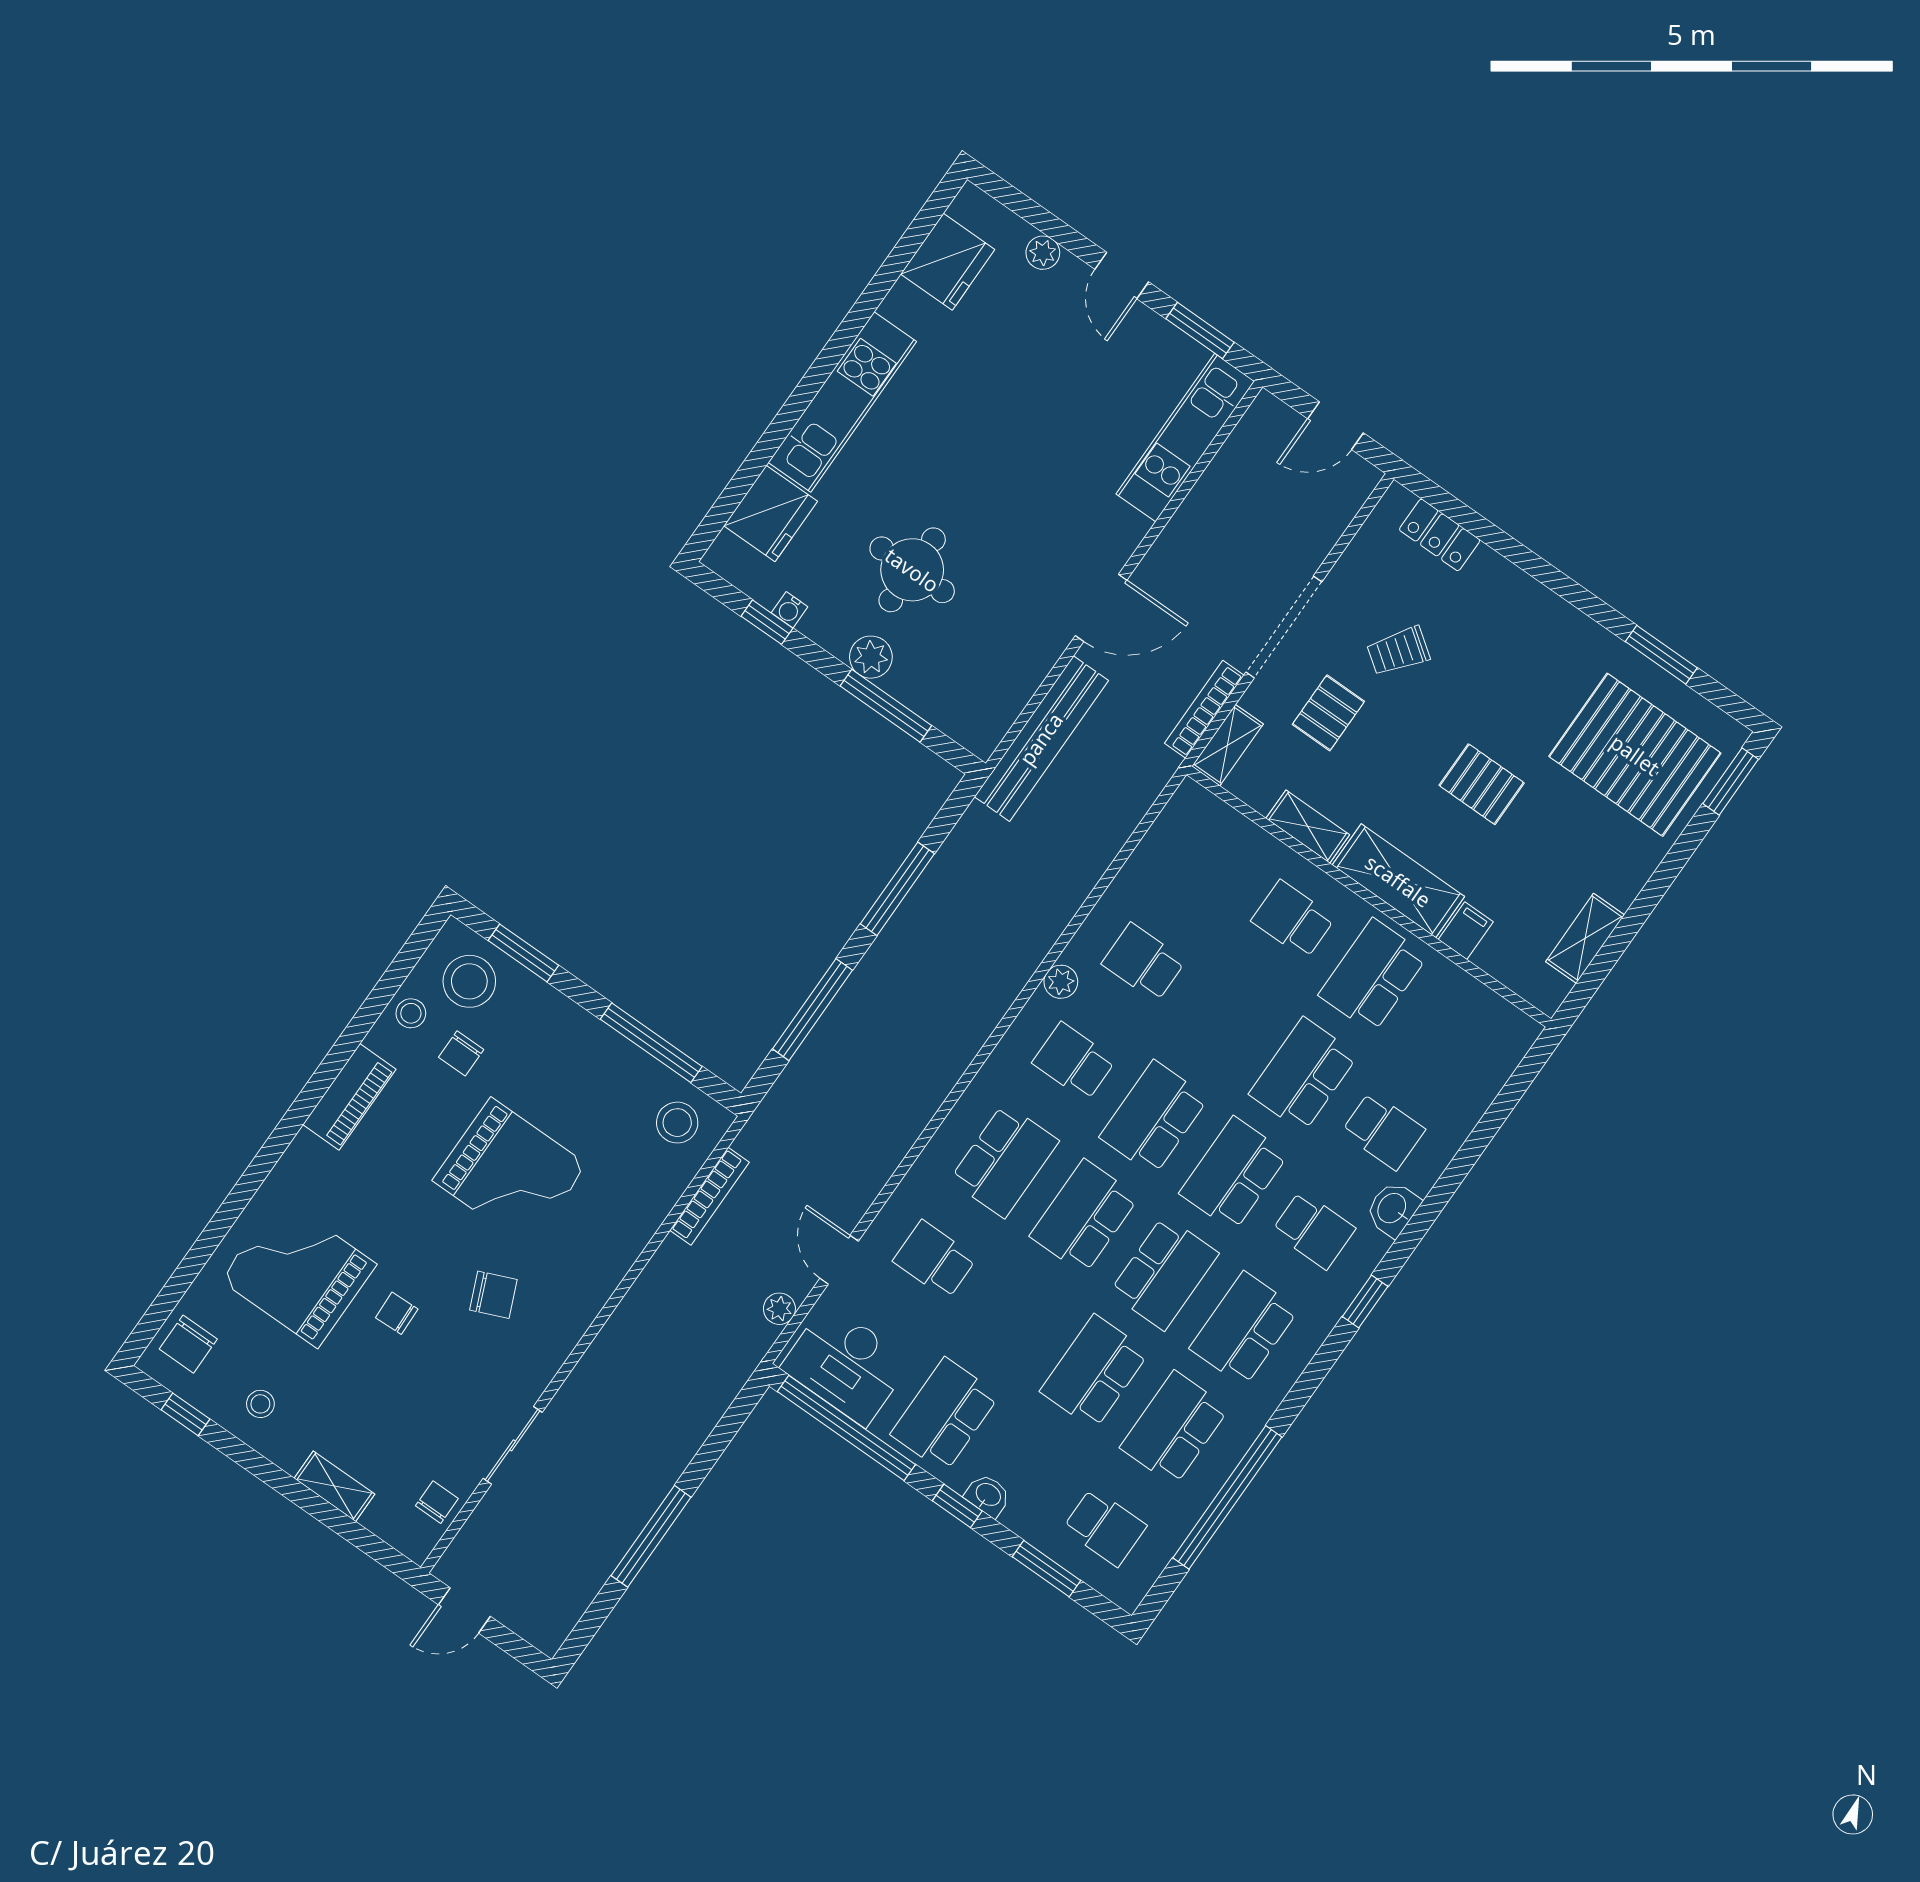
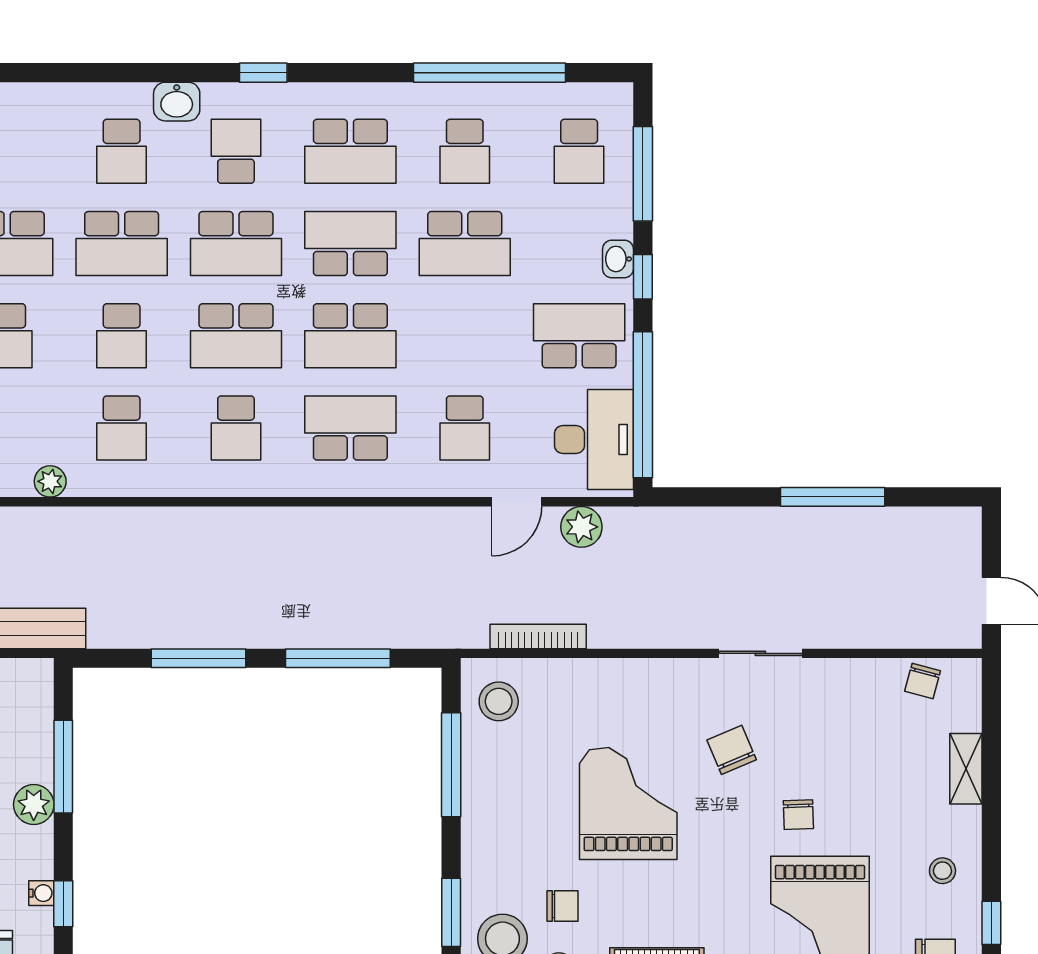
plant: (1061, 982) -> (50, 481), moved
school desk: (1223, 1019) -> (122, 336), added
school desk: (1383, 1131) -> (122, 151), turned 180
plant: (779, 1309) -> (581, 527), width x1.38, depth x1.38
school desk: (945, 1415) -> (579, 336), turned 180
school desk: (1174, 1428) -> (465, 151), width x0.54
sliding door: (513, 1445) -> (760, 653), moved
chair: (437, 1502) -> (923, 681), turned -75
school desk: (1105, 1527) -> (579, 151), turned 180
window: (1046, 1569) -> (643, 174), width x1.44

